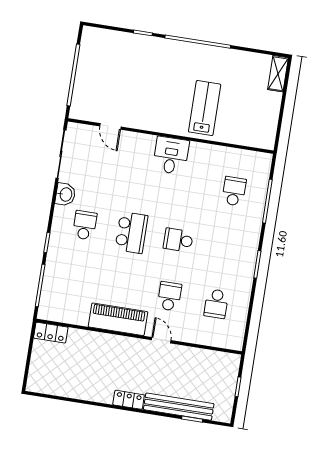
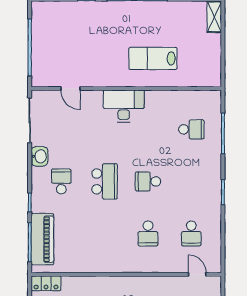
lab bench: (205, 108) -> (153, 58), turned -90
desk: (171, 155) -> (124, 106), width x1.37
school desk: (234, 191) -> (191, 129), turned 90
school desk: (169, 296) -> (148, 233), turned 180
piano: (118, 319) -> (42, 239), moved, turned 90
door: (161, 340) -> (197, 274), moved

